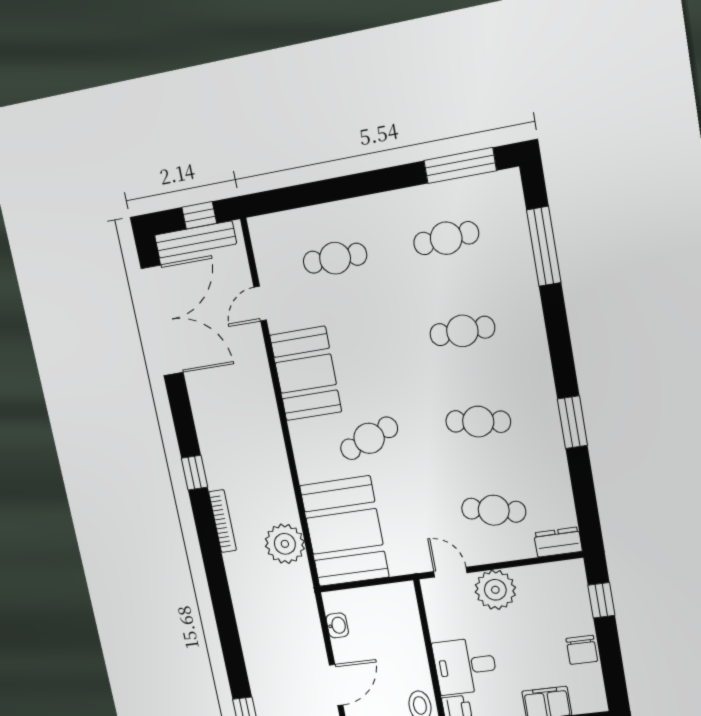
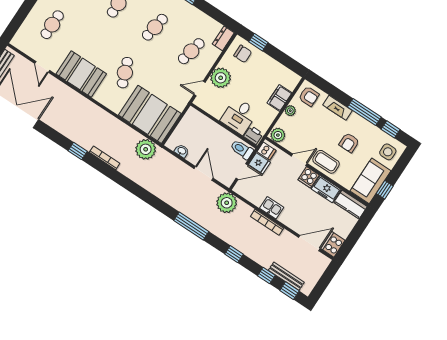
plant: (285, 544) -> (146, 149), moved
chair: (582, 650) -> (243, 54), moved

